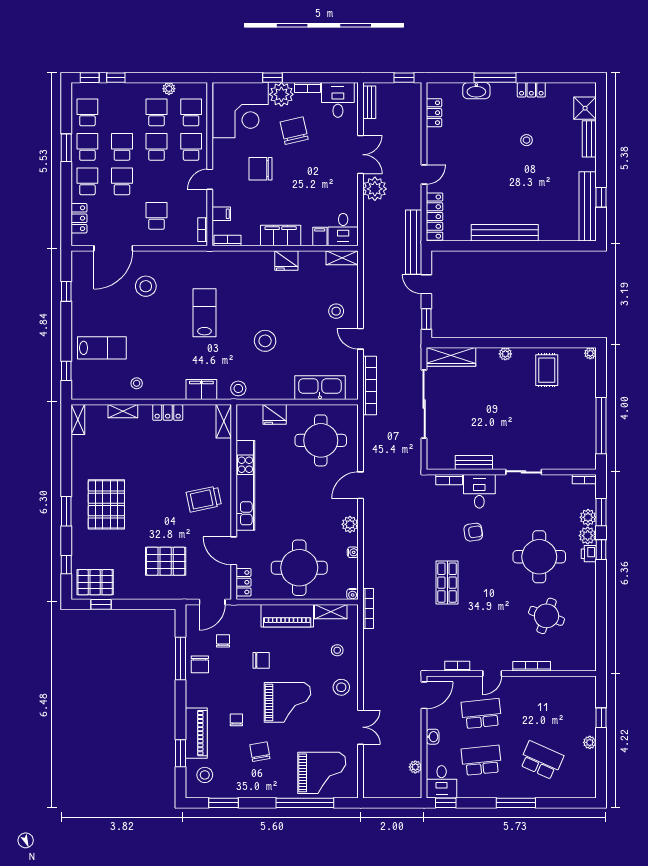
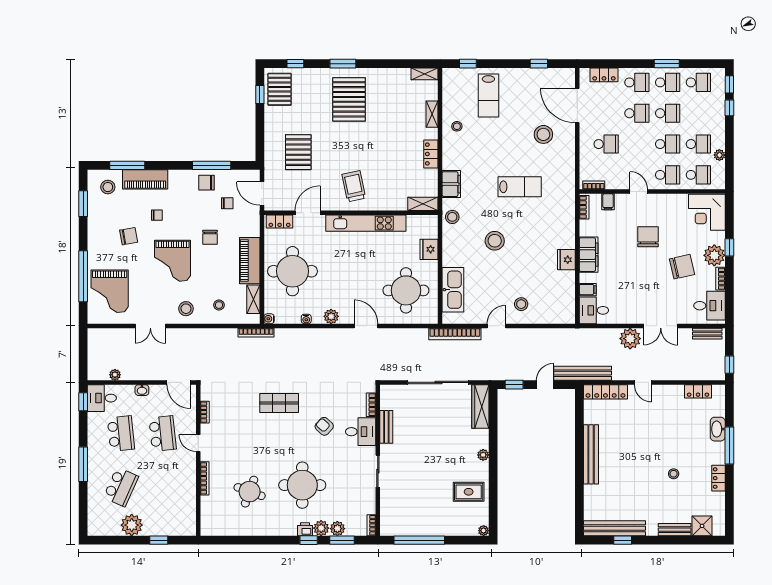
corner desk: (240, 110) -> (707, 212), width x0.74, depth x0.74
shelving: (342, 258) -> (569, 310), removed
pallet: (106, 504) -> (349, 99), turned 90
armchair: (473, 532) -> (324, 426), turned 140
plant: (590, 742) -> (132, 525), width x1.88, depth x1.88
window: (181, 753) -> (127, 165), width x1.44

